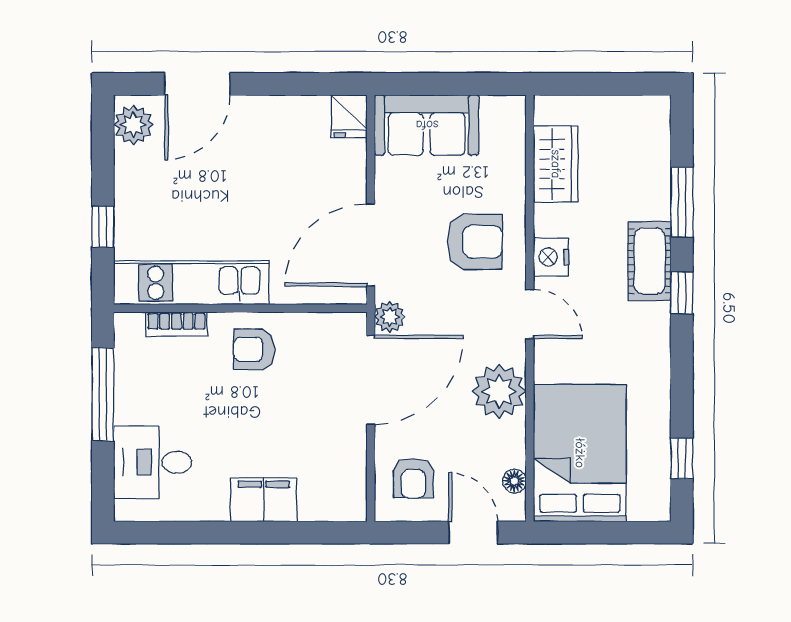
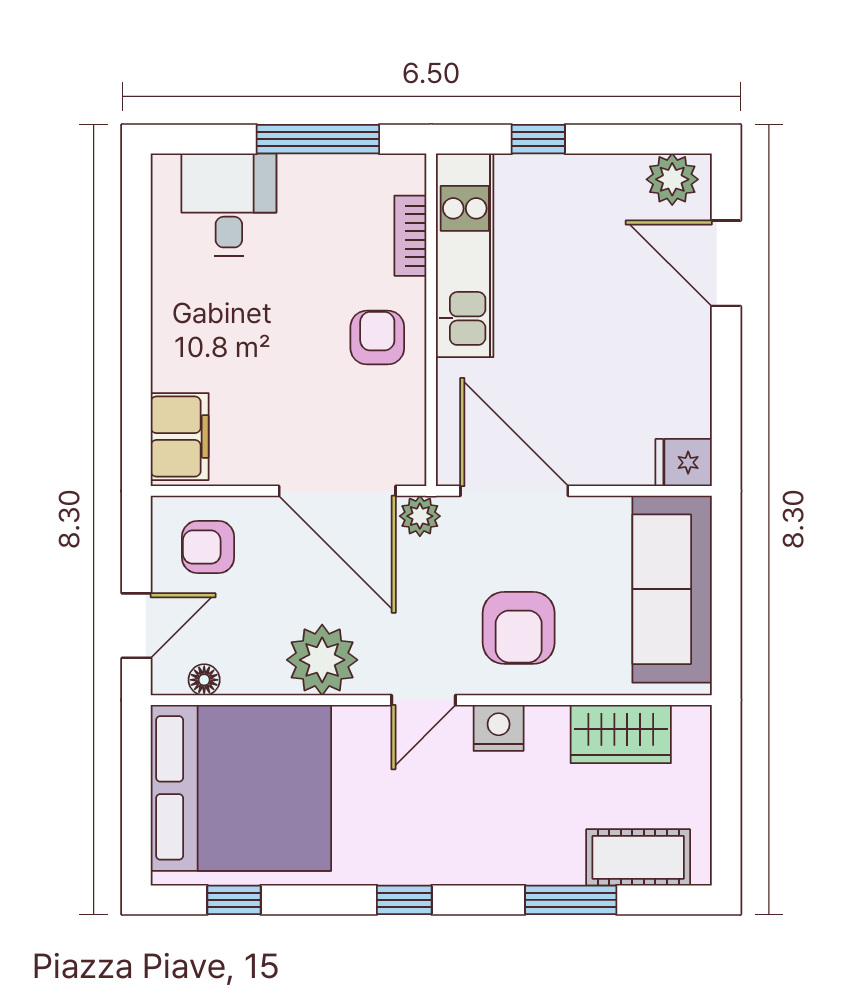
sofa: (427, 125) -> (672, 589), width x1.36
cot: (650, 261) -> (638, 857), moved
window: (682, 293) -> (404, 900), moved
bed: (580, 453) -> (241, 788), width x1.36
filing cabinet: (264, 500) -> (180, 437), moved

